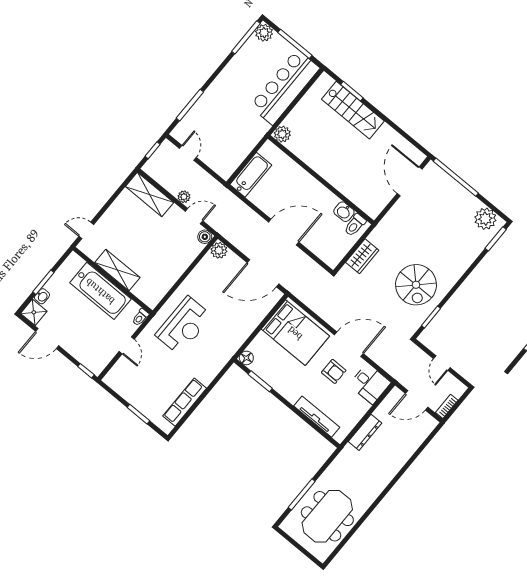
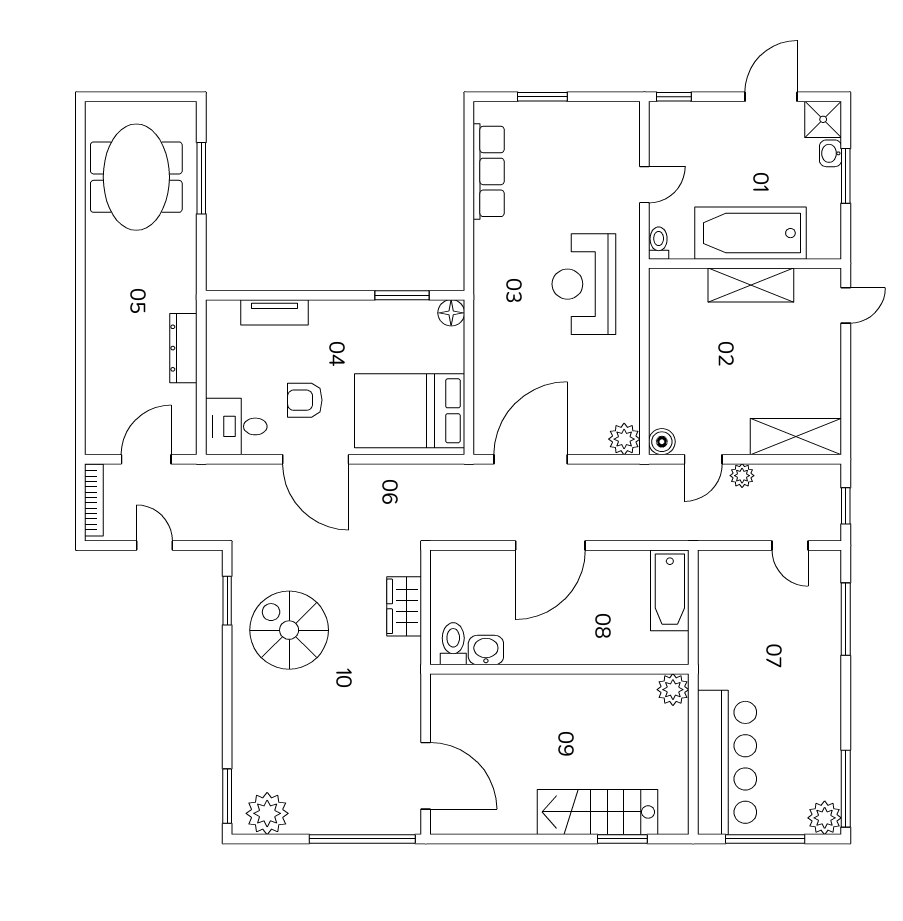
door: (349, 344) -> (316, 459), hinge flipped
door: (127, 345) -> (644, 185), swing flipped
bookcase: (447, 406) -> (94, 500), width x1.56
tv unit: (317, 417) -> (275, 312), width x0.71

